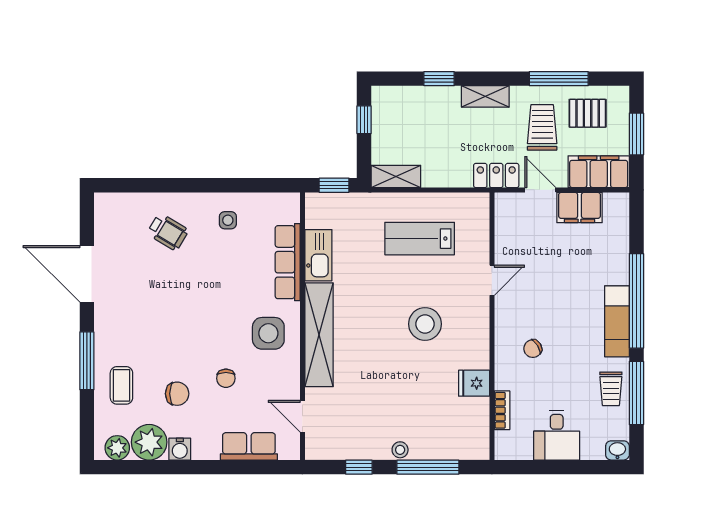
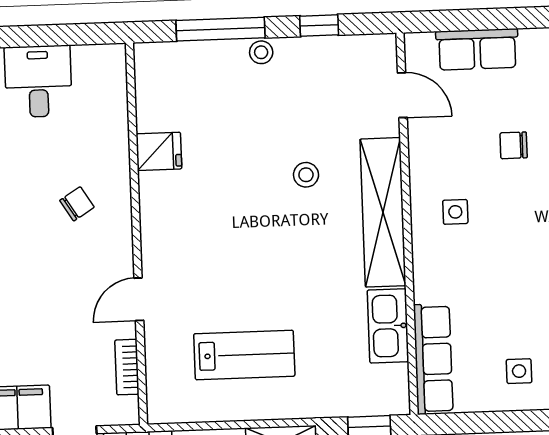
row of seats: (288, 262) -> (433, 359), moved
stool: (425, 324) -> (306, 175), moved, width x0.53, depth x0.53
side table: (268, 333) -> (455, 212), width x0.54, depth x0.54
chair: (226, 378) -> (514, 145), turned -90
bookcase: (502, 410) -> (127, 367), moved

